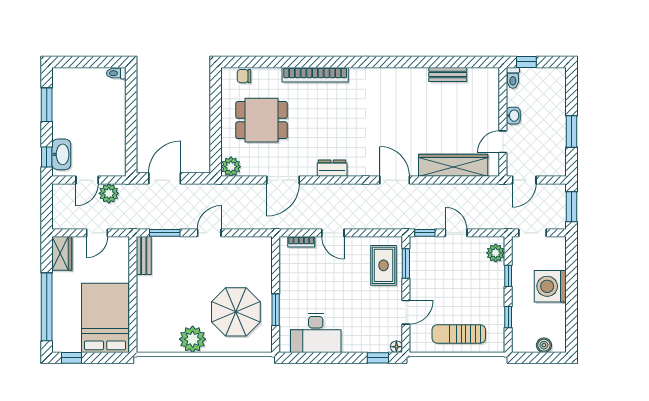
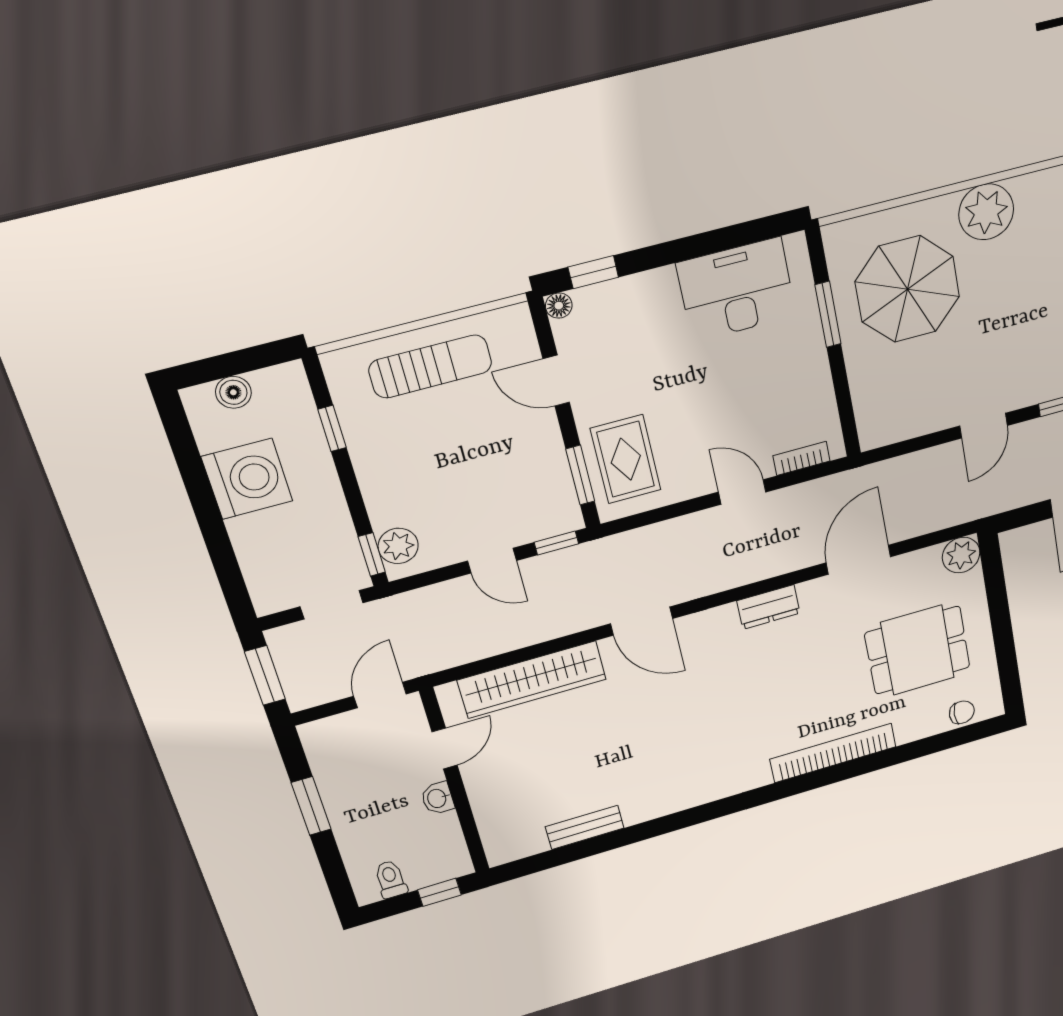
toilet: (513, 78) -> (391, 879), moved
window: (508, 276) -> (372, 554), moved
washing machine: (550, 286) -> (247, 479), moved
door: (406, 312) -> (556, 381), hinge flipped

